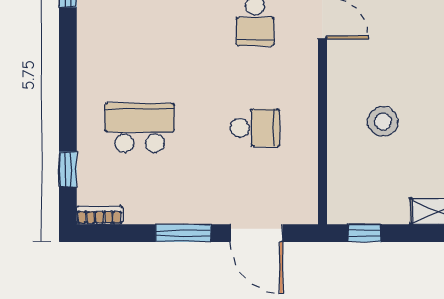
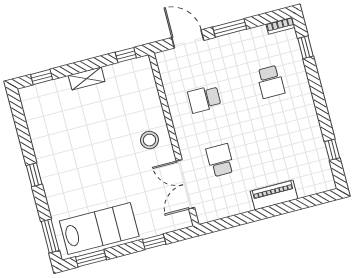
stool: (383, 121) -> (149, 140), moved
school desk: (140, 128) -> (271, 82), width x0.54

